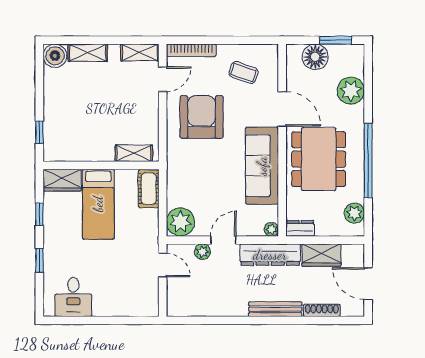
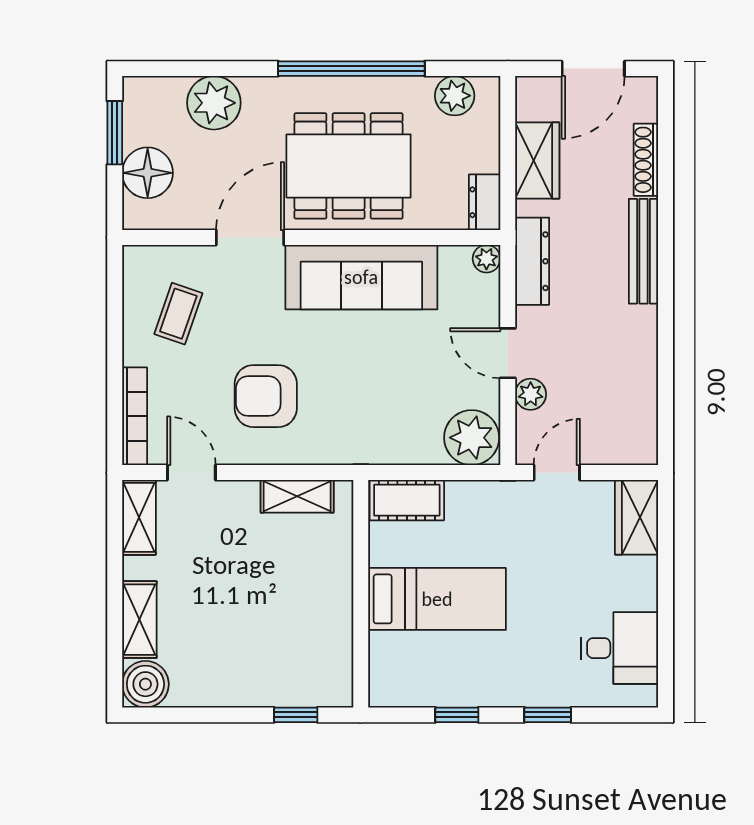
armchair: (202, 117) -> (266, 396), width x0.73, depth x0.73
shelving: (134, 153) -> (297, 496), moved, turned 90
wardrobe: (62, 180) -> (637, 517), moved, turned 180
dresser: (270, 255) -> (532, 261), width x0.73, depth x0.80

